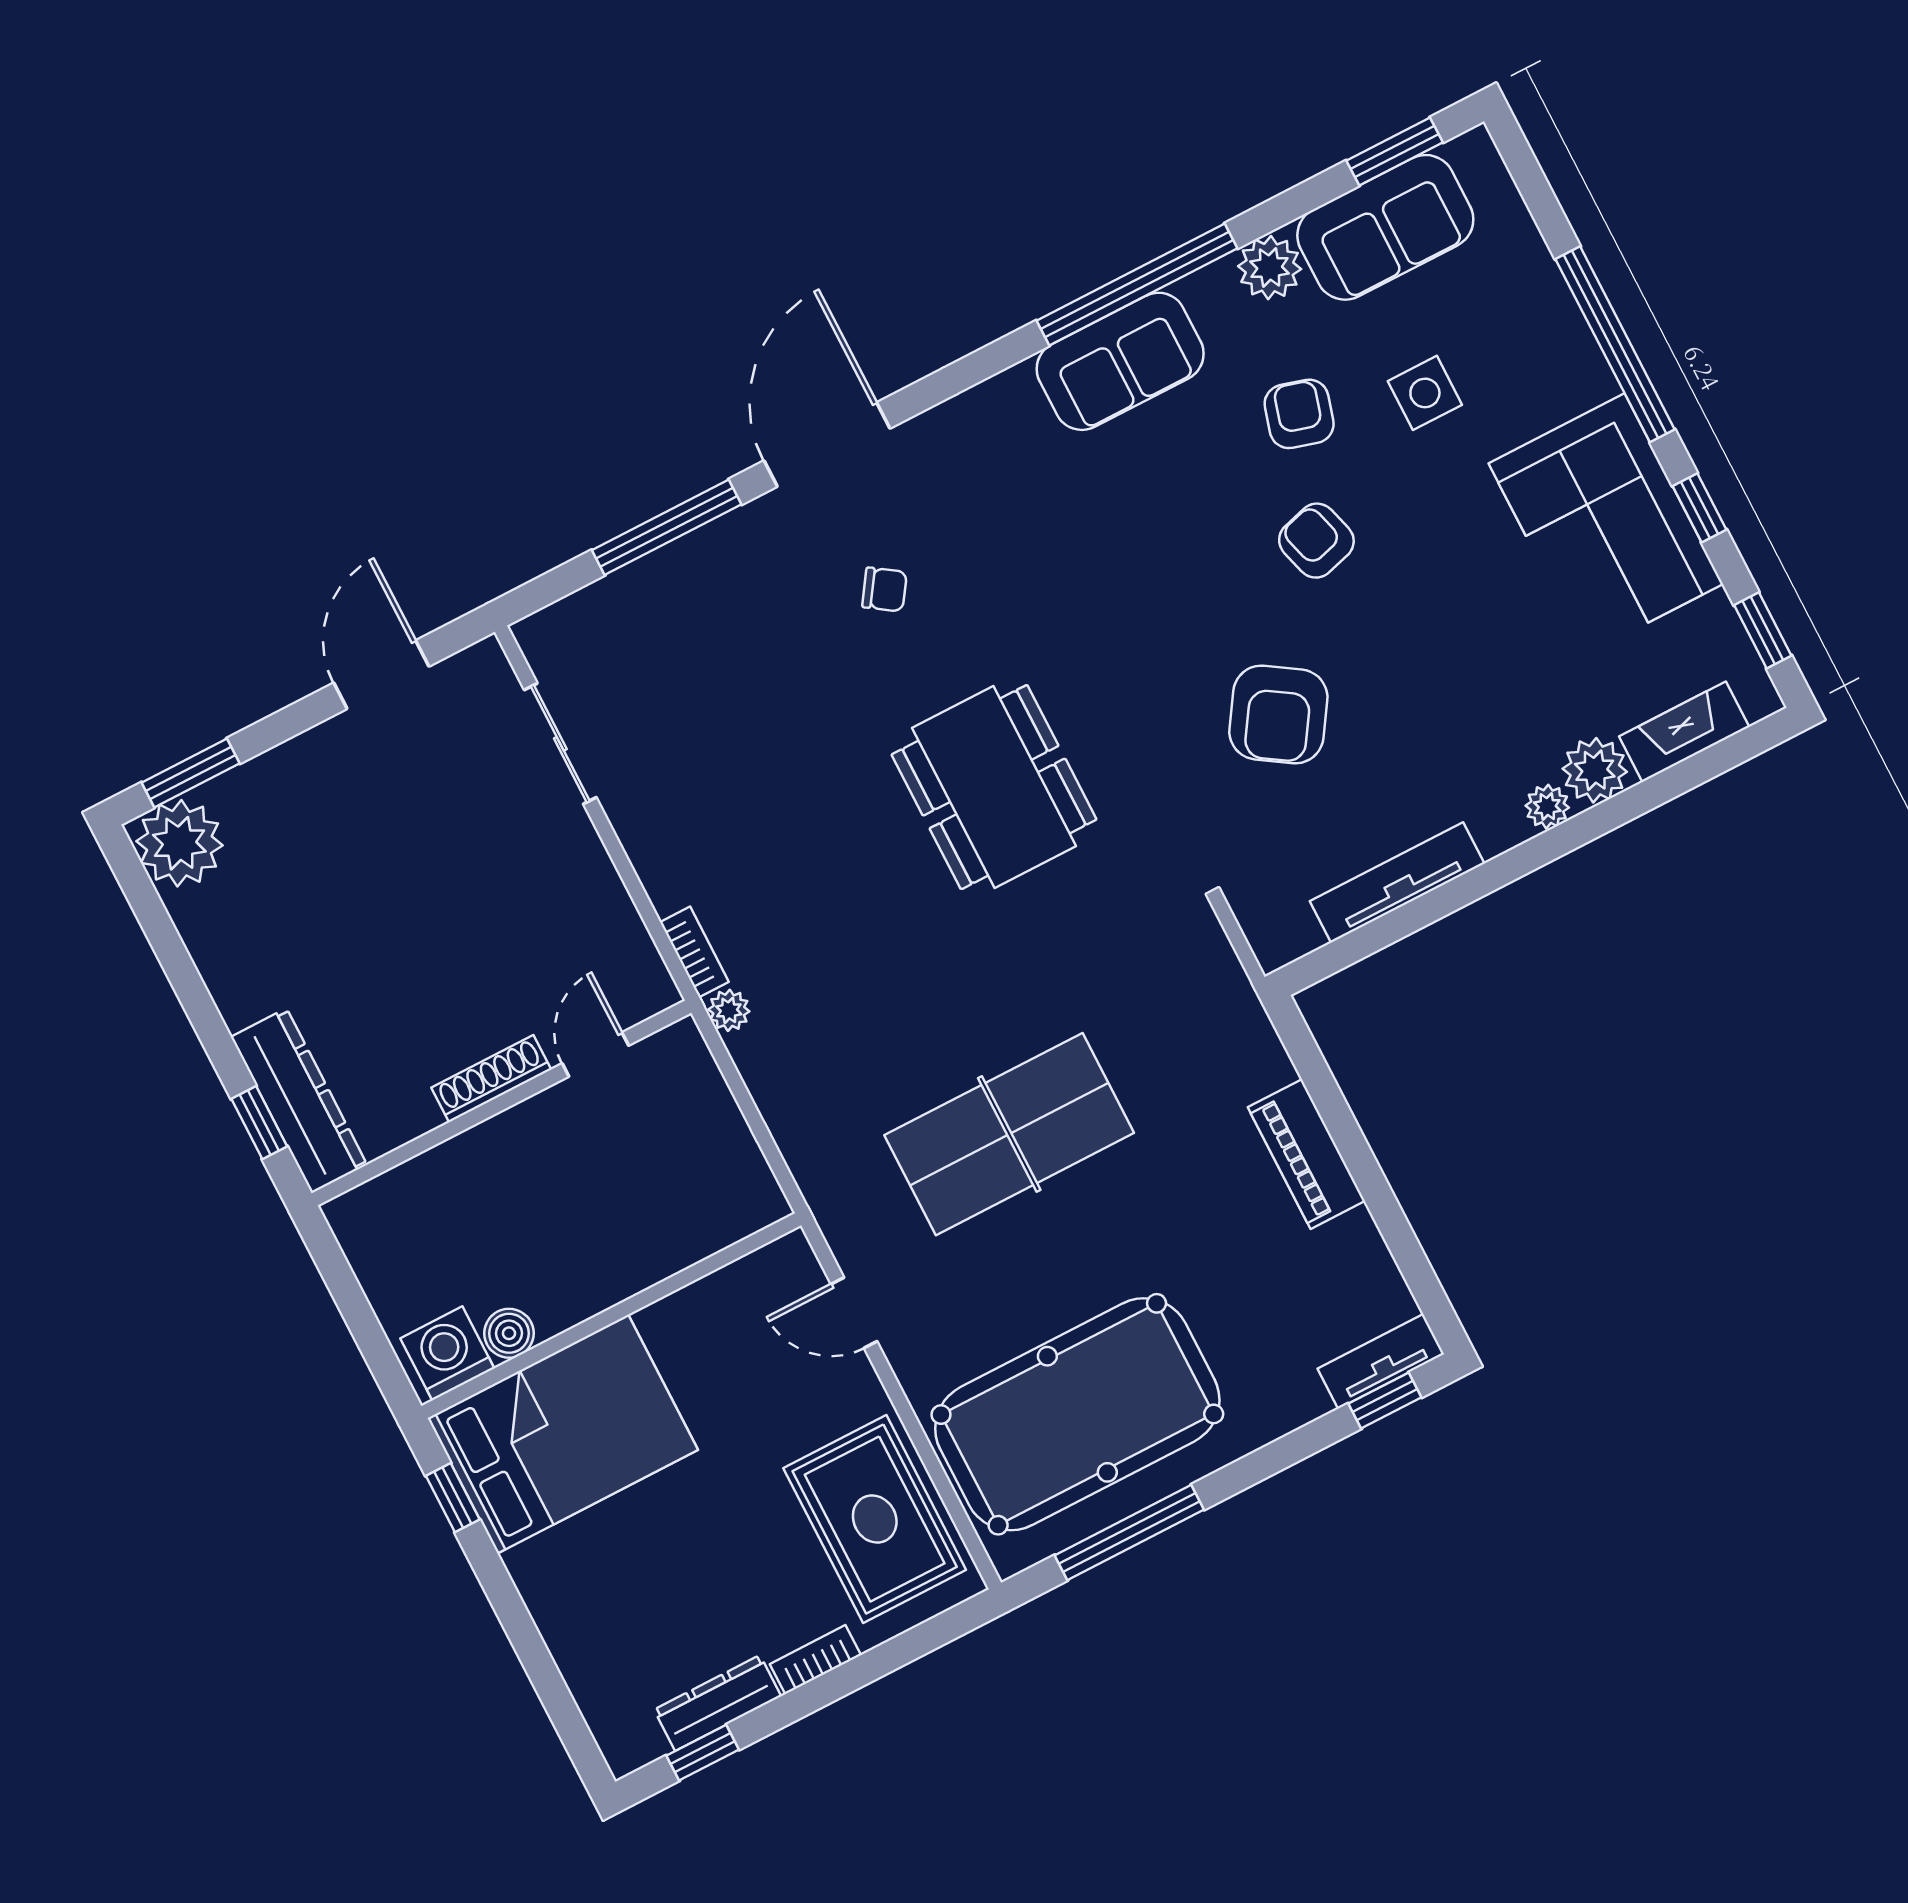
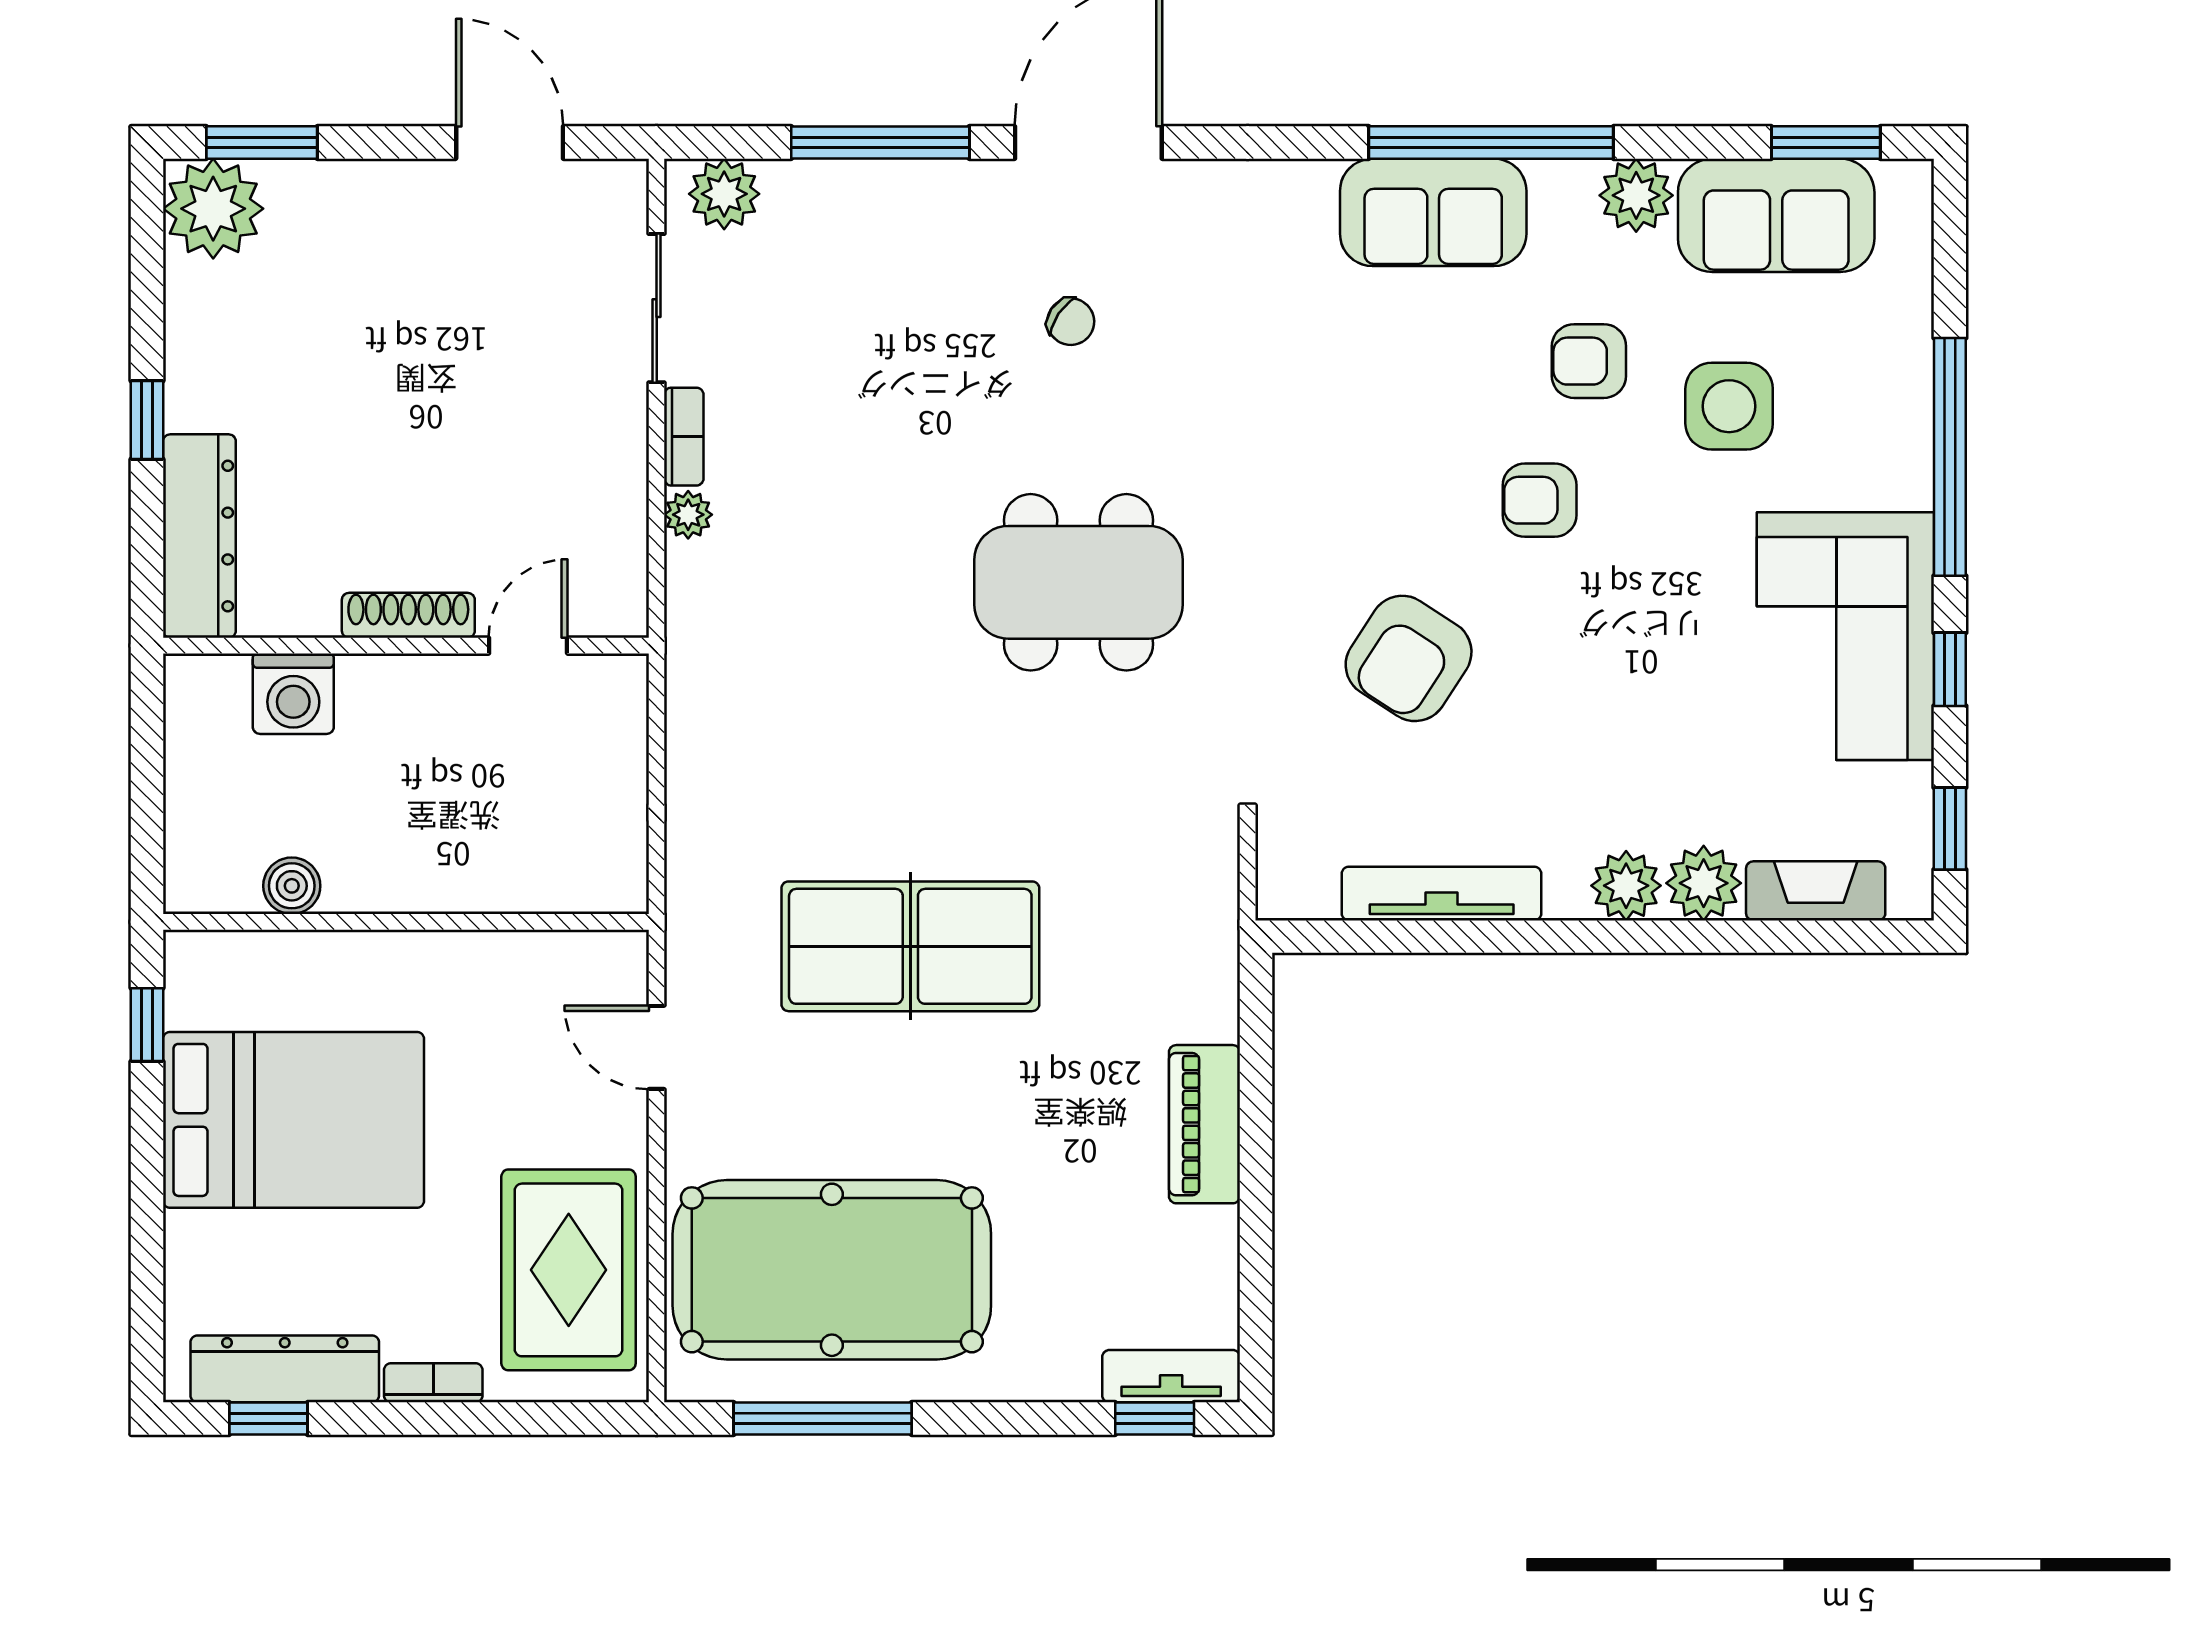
side table: (1425, 393) -> (1729, 406), width x1.37, depth x1.37
armchair: (1299, 414) -> (1589, 361), turned -106
armchair: (1316, 541) -> (1540, 500), turned -74
plant: (567, 629) -> (724, 194), added
door: (381, 675) -> (510, 143), hinge flipped
dining table: (994, 787) -> (1078, 582), turned 90
plant: (1547, 807) -> (1626, 886), width x1.38, depth x1.38
bookcase: (694, 952) -> (684, 437), moved
plant: (729, 1010) -> (688, 515), moved
window: (259, 1123) -> (147, 420), moved
washing machine: (447, 1353) -> (293, 694), moved, turned 180
bed: (563, 1434) -> (294, 1120), moved
dresser: (718, 1703) -> (285, 1369), width x1.37, depth x1.24

